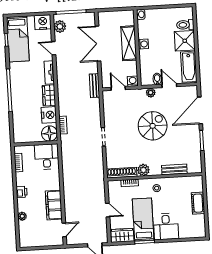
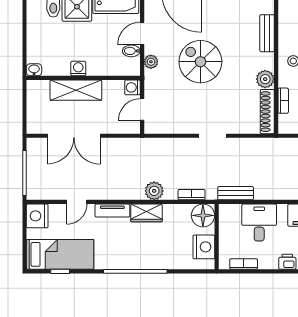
plant: (60, 26) -> (154, 191), moved
bench: (94, 86) -> (236, 193), moved
nightstand: (49, 115) -> (204, 247), moved, turned 90
desk: (47, 157) -> (259, 223), moved, turned 90

